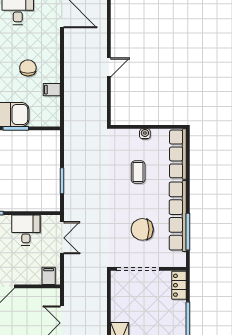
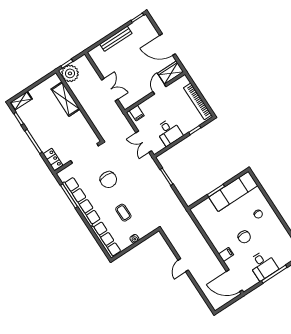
chair: (28, 68) -> (244, 237), moved
filing cabinet: (52, 90) -> (226, 254), moved
chair: (142, 229) -> (108, 180), moved, turned 90

